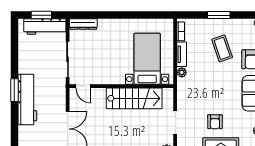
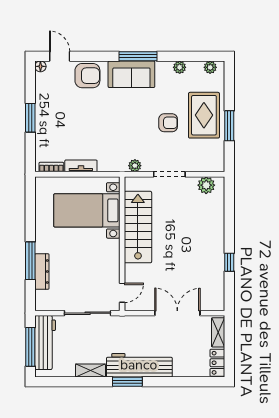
window: (41, 15) -> (30, 347), width x1.44
window: (108, 15) -> (30, 261), added
dresser: (83, 24) -> (42, 271), moved
coffee table: (222, 48) -> (73, 114), removed
shelving: (23, 62) -> (90, 371), added
plant: (182, 72) -> (135, 166), moved

